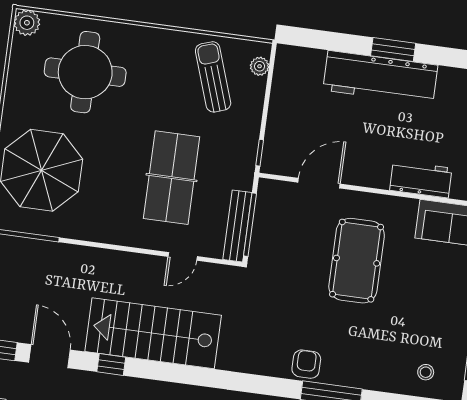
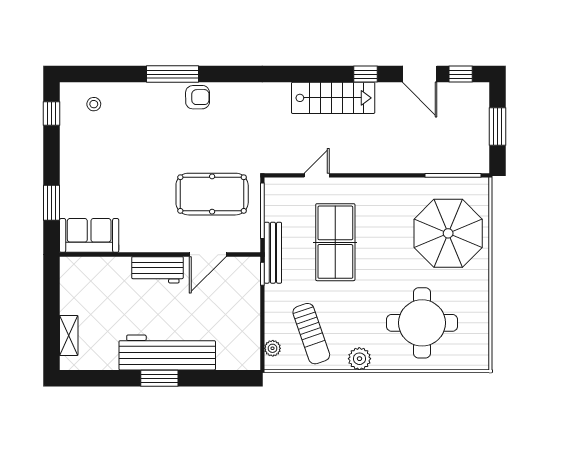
plant: (27, 23) -> (359, 359), moved
workbench: (421, 179) -> (157, 270), moved
bench: (237, 226) -> (273, 253), moved
pool table: (357, 261) -> (212, 194), moved, turned 90
stairs: (153, 333) -> (333, 98), width x0.73, depth x0.66
armchair: (306, 364) -> (198, 97), turned -91

